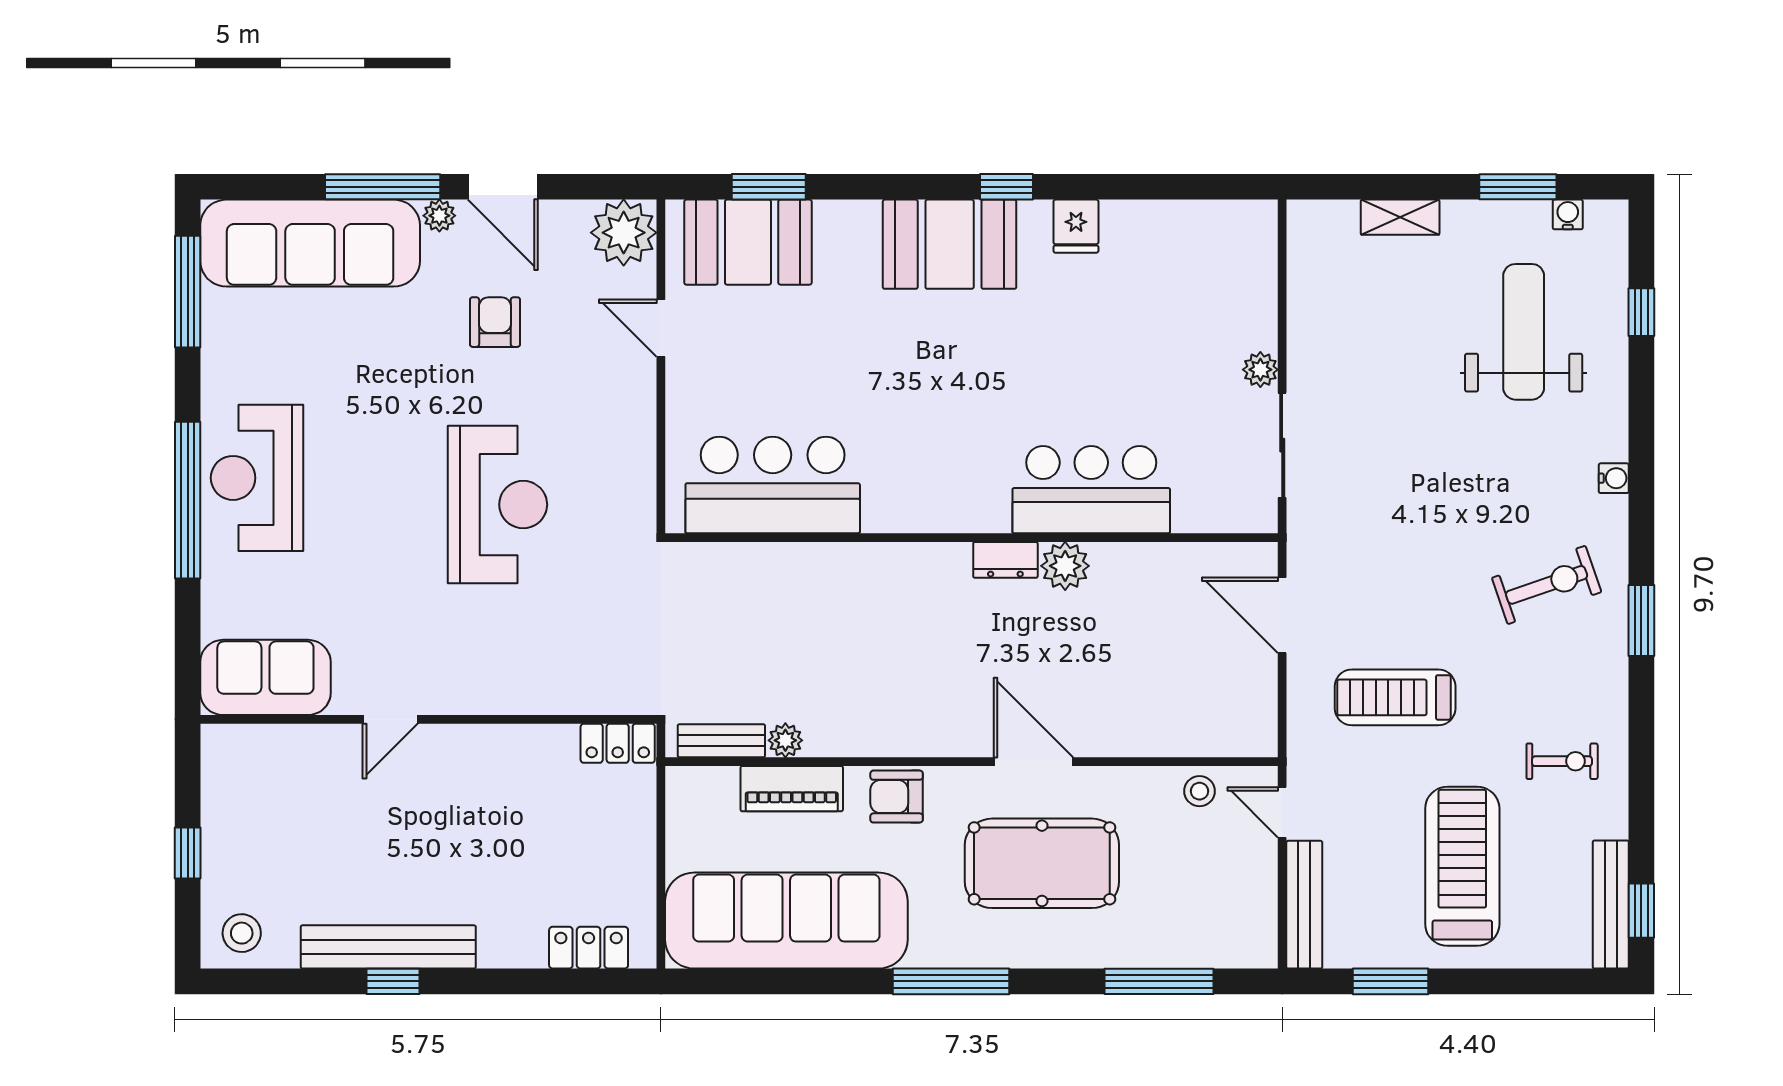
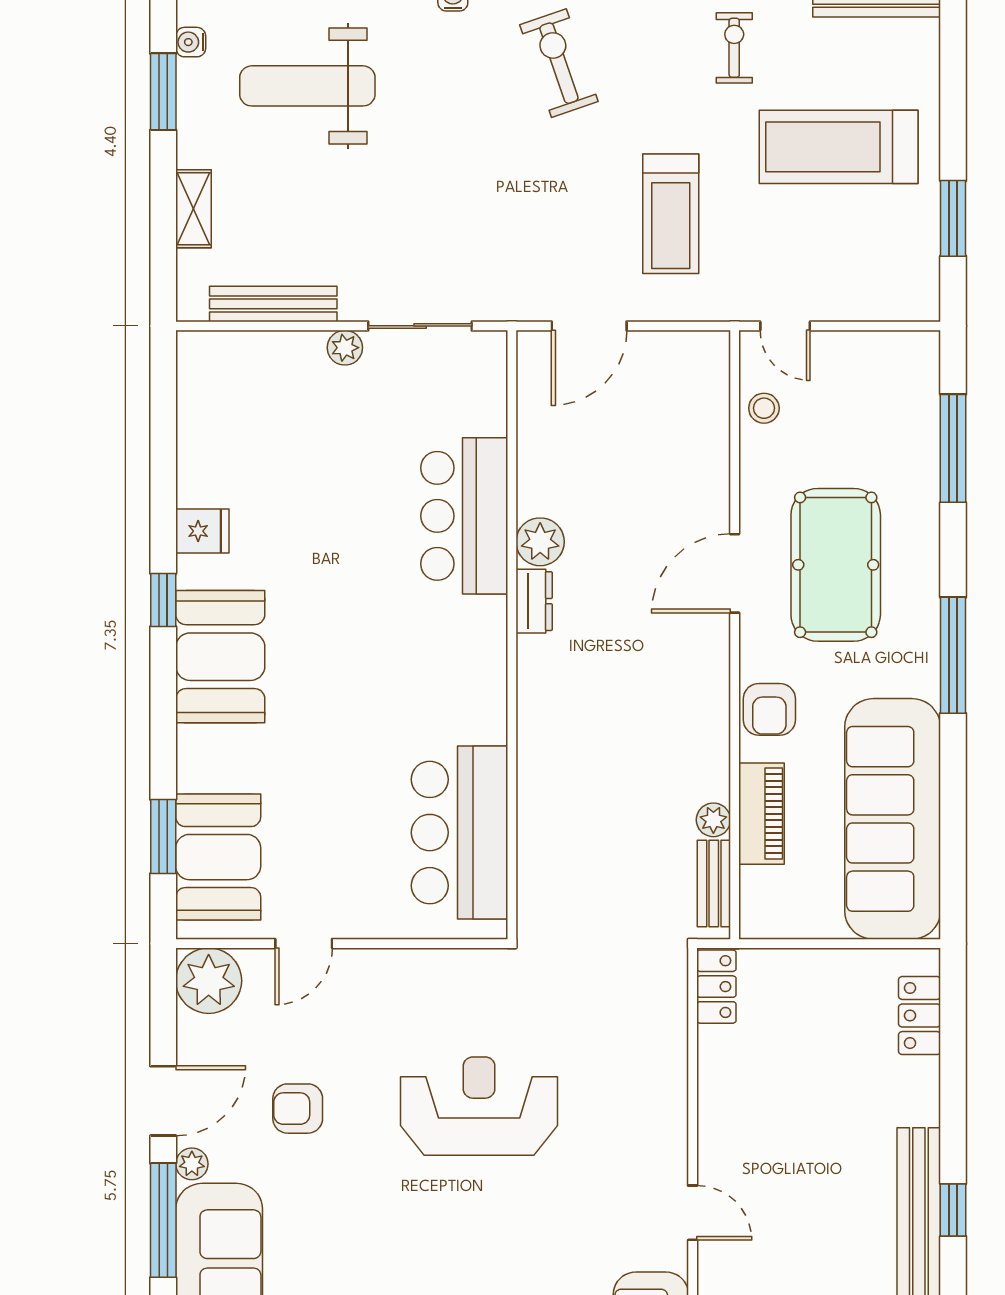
door: (1282, 812) -> (785, 326), hinge flipped
bench: (1304, 905) -> (273, 304), moved

